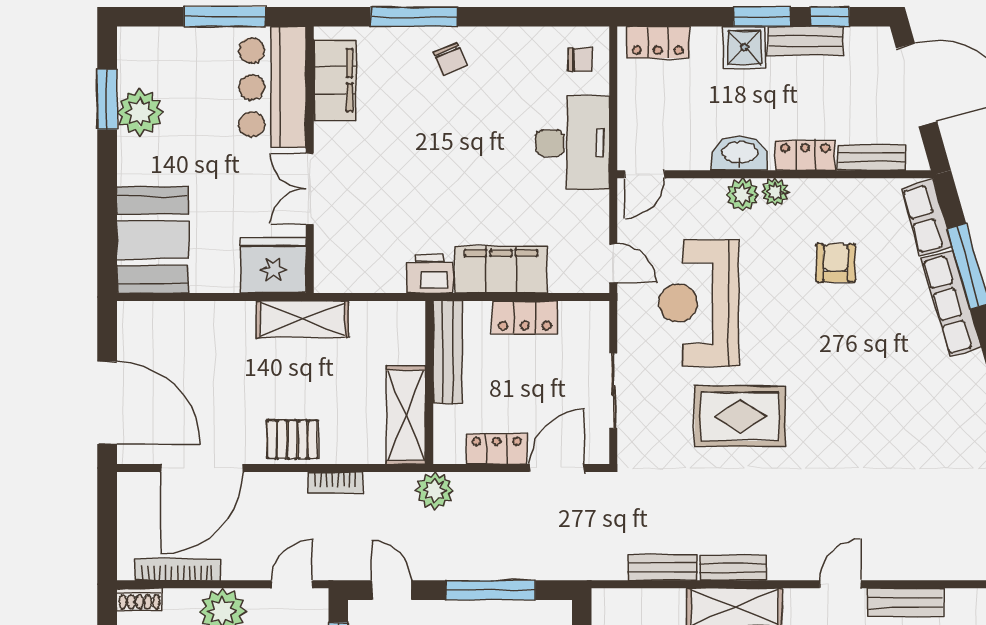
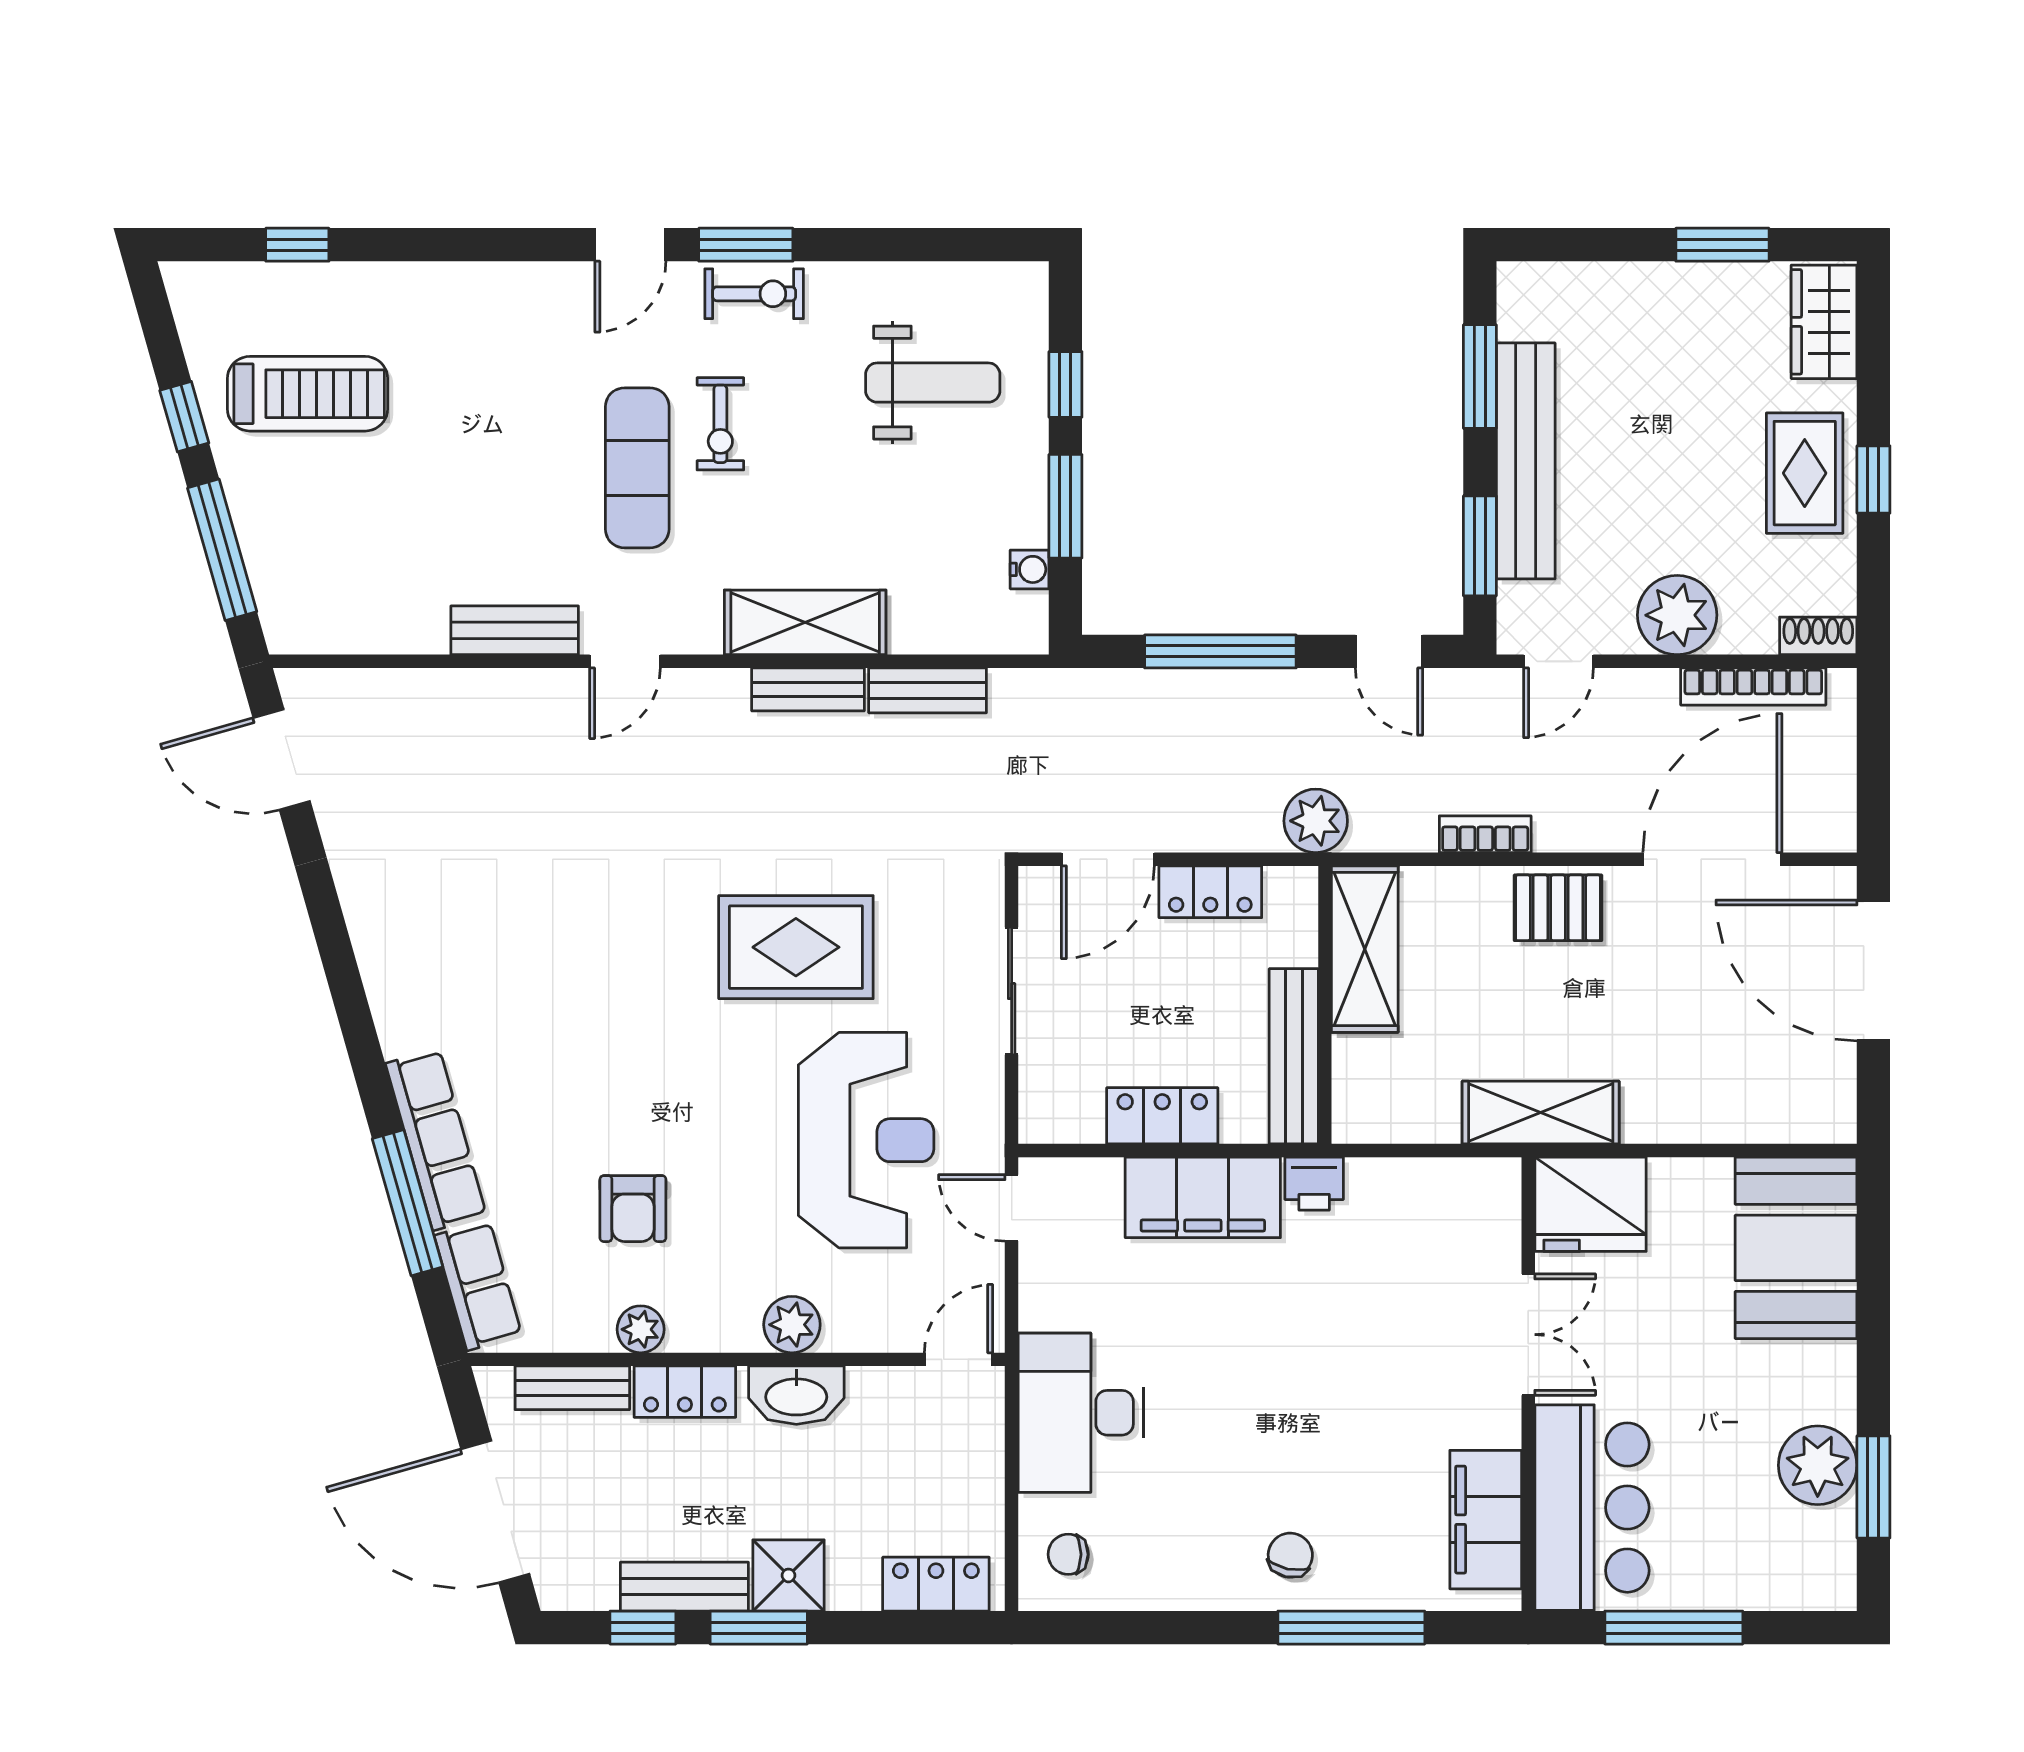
chair: (450, 59) -> (1290, 1555), turned 34
plant: (775, 192) -> (641, 1329), moved
printer: (429, 274) -> (1314, 1184), width x0.73, depth x0.81

